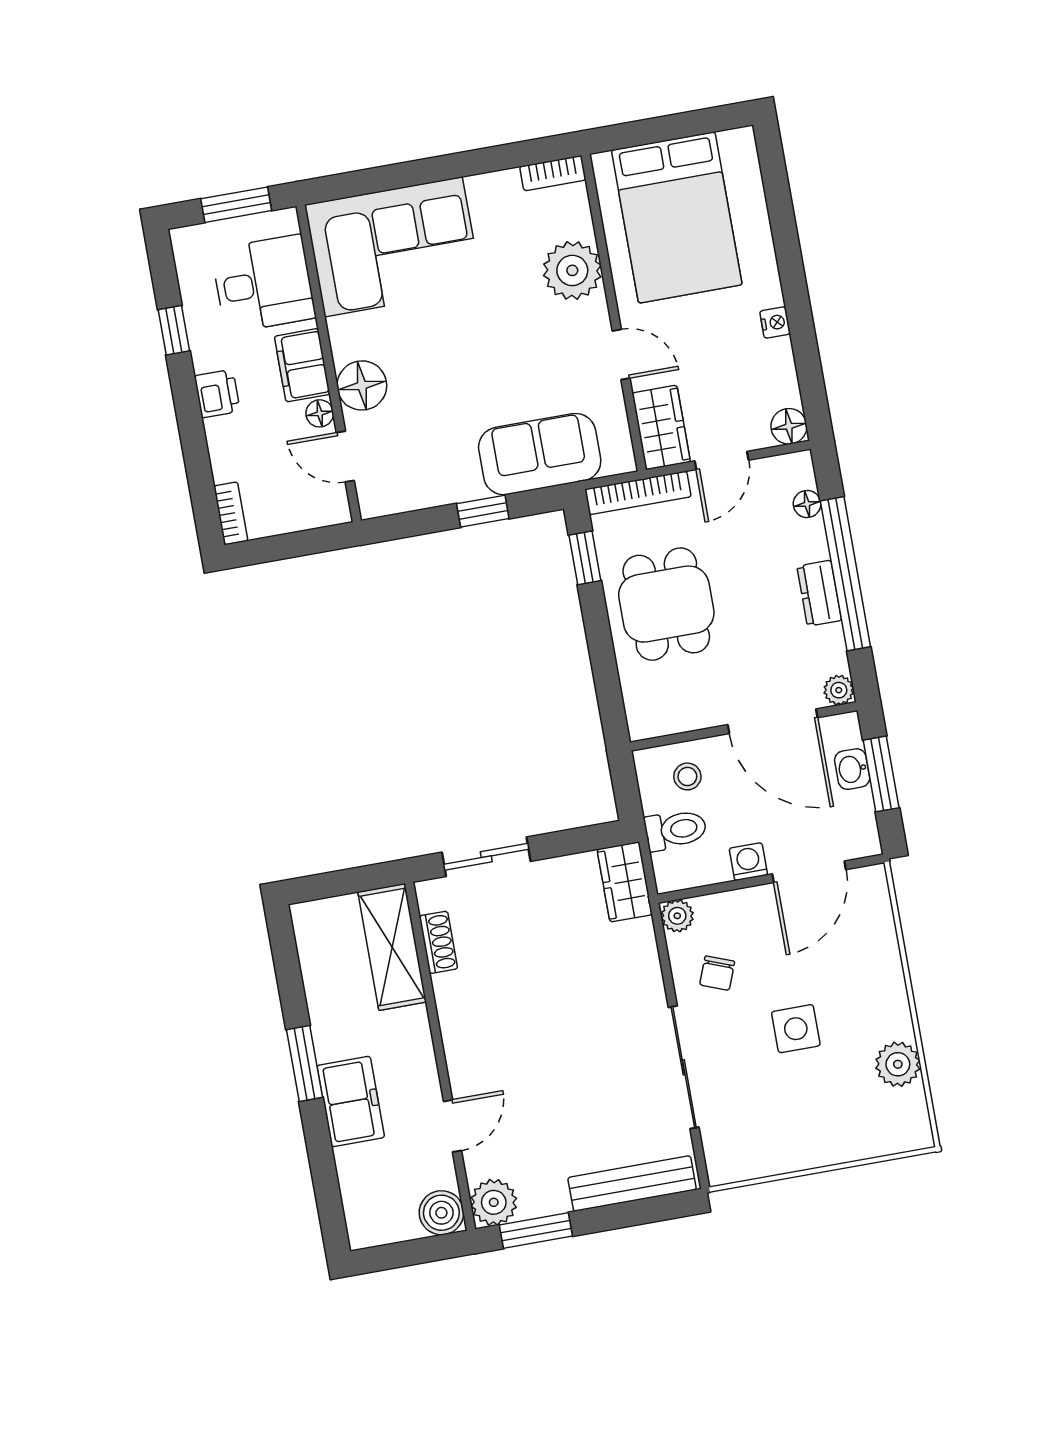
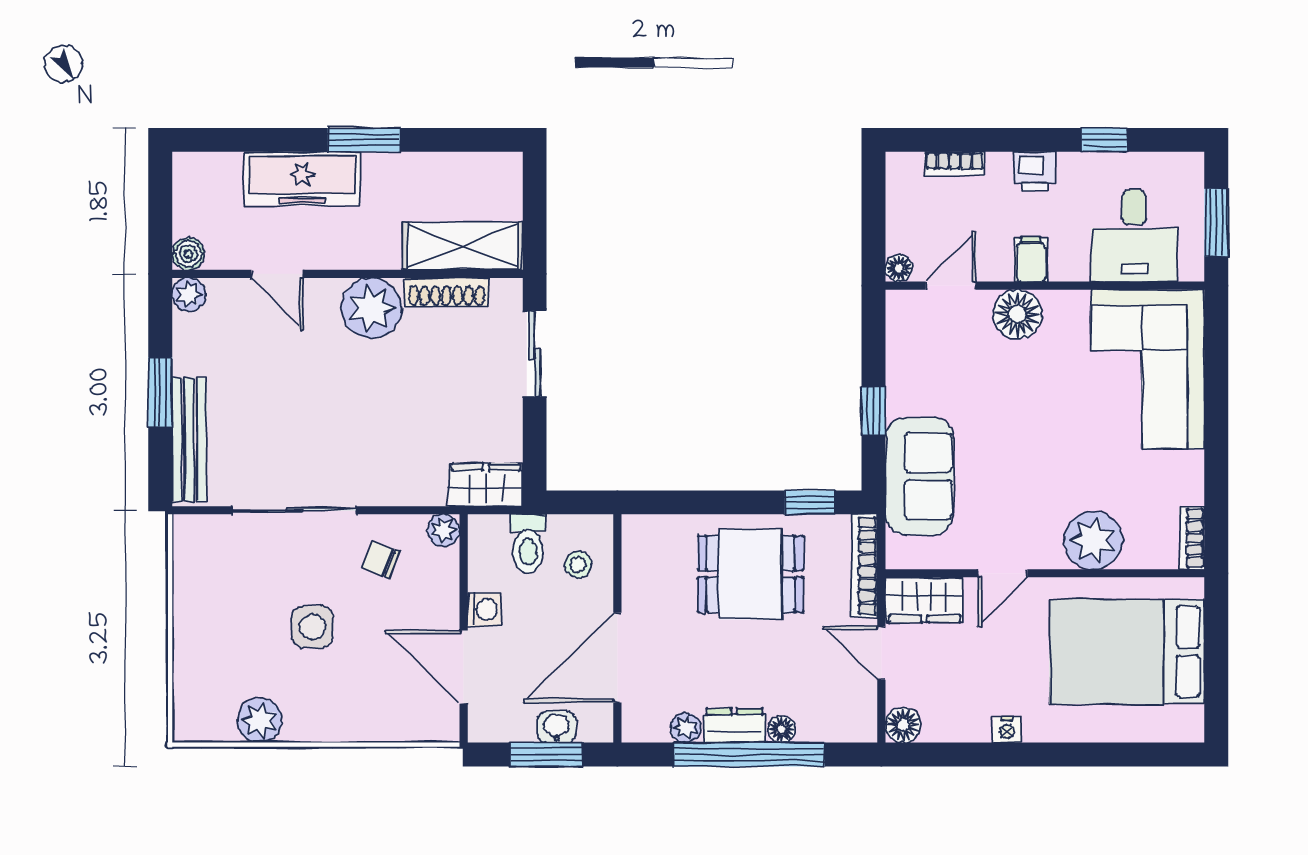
filing cabinet: (302, 365) -> (1031, 259), width x0.50
floor lamp: (320, 413) -> (899, 268), moved
floor lamp: (807, 504) -> (782, 729), moved
bookcase: (231, 513) -> (955, 164), moved
plant: (839, 690) -> (686, 728), moved
shoe rack: (438, 942) -> (447, 292), width x1.43
plant: (470, 1027) -> (371, 308), added
freezer: (351, 1101) -> (302, 179), width x1.40
plant: (494, 1202) -> (189, 295), width x0.73, depth x0.73
boiler: (441, 1213) -> (188, 254), width x0.73, depth x0.73
window: (536, 1230) -> (160, 392), moved

